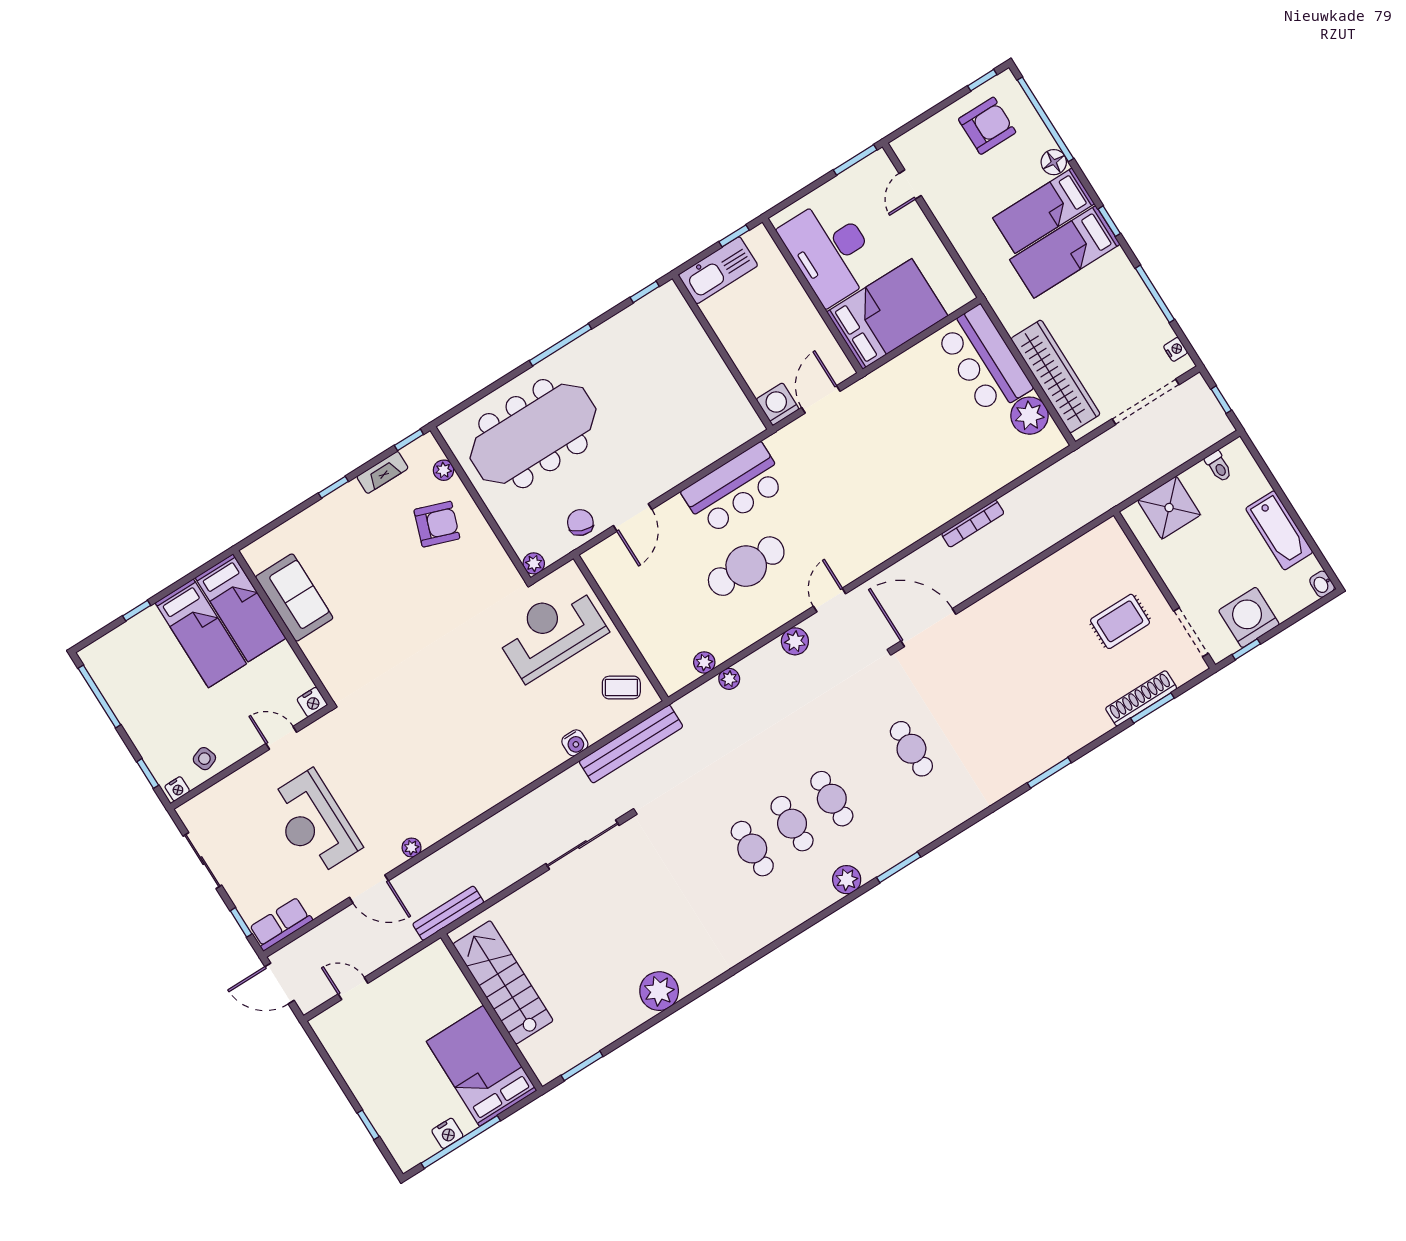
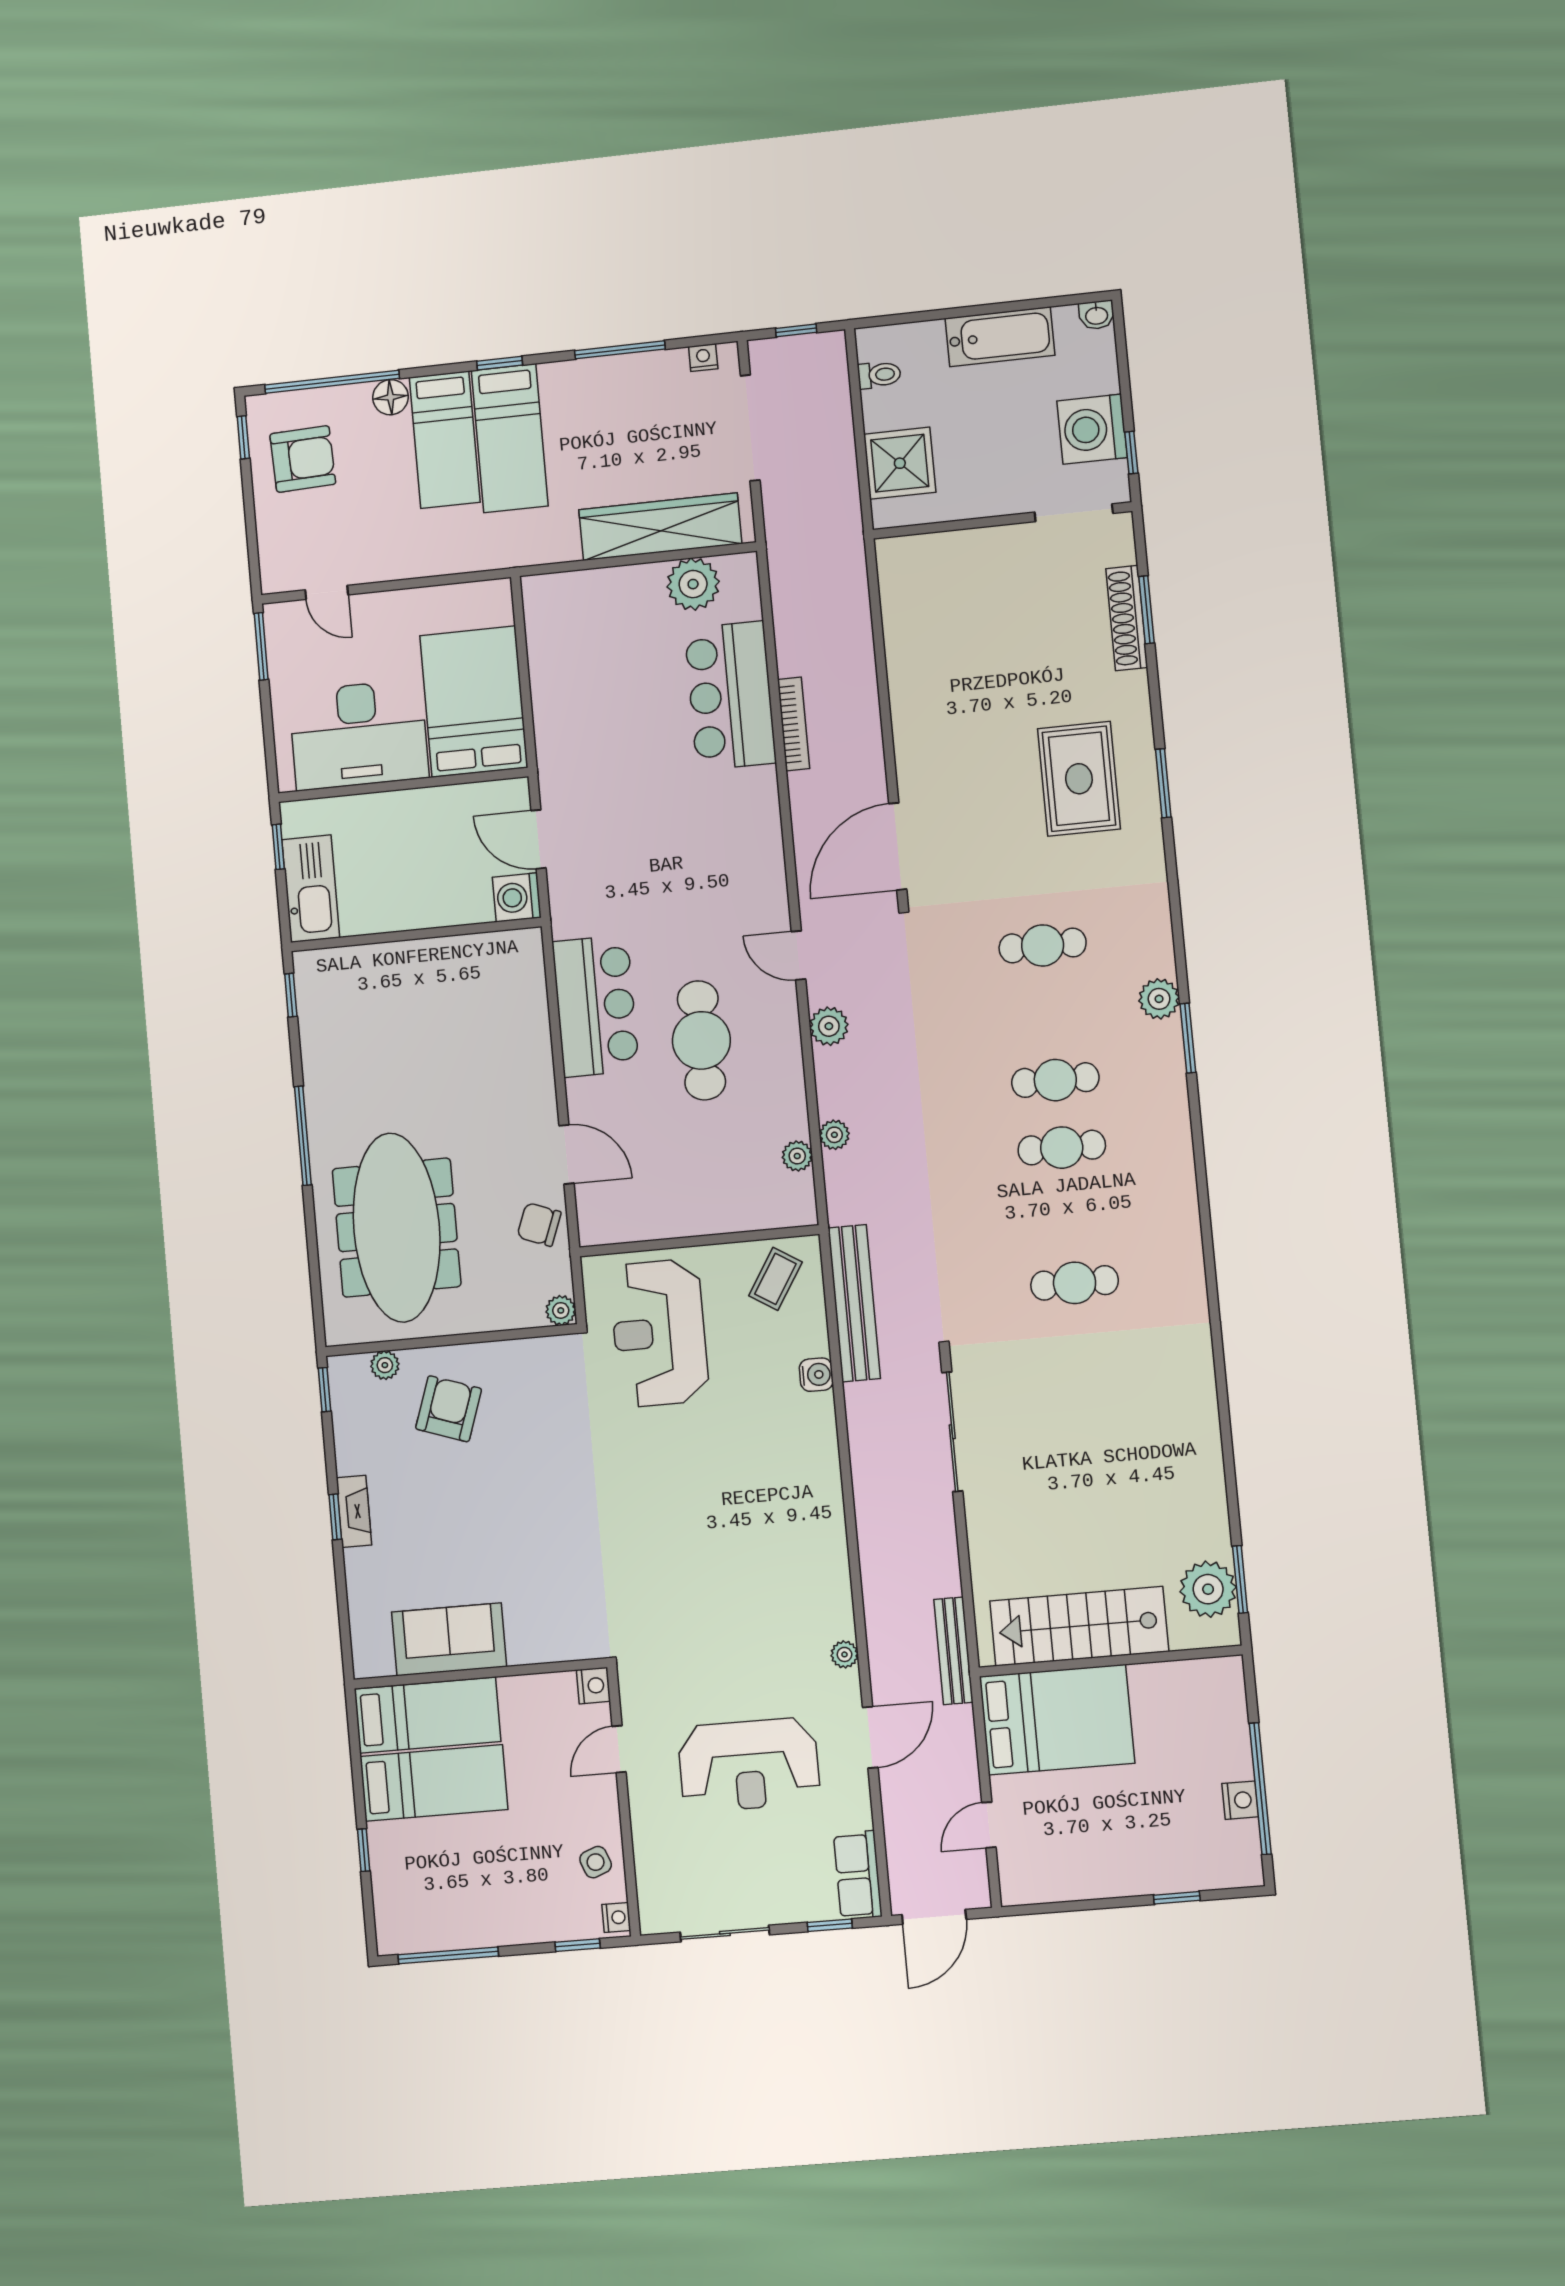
armchair: (987, 126) -> (303, 459), turned 88
bar counter: (984, 360) -> (730, 696), moved, turned 90
fireplace: (382, 472) -> (354, 1511), moved
rug: (1120, 621) -> (1079, 779), moved, width x1.36, depth x1.43
cafe table: (752, 849) -> (1075, 1283), moved
plant: (847, 880) -> (1159, 999), moved
plant: (659, 991) -> (1208, 1589), moved
bed: (482, 1066) -> (1057, 1720), moved, turned 180

